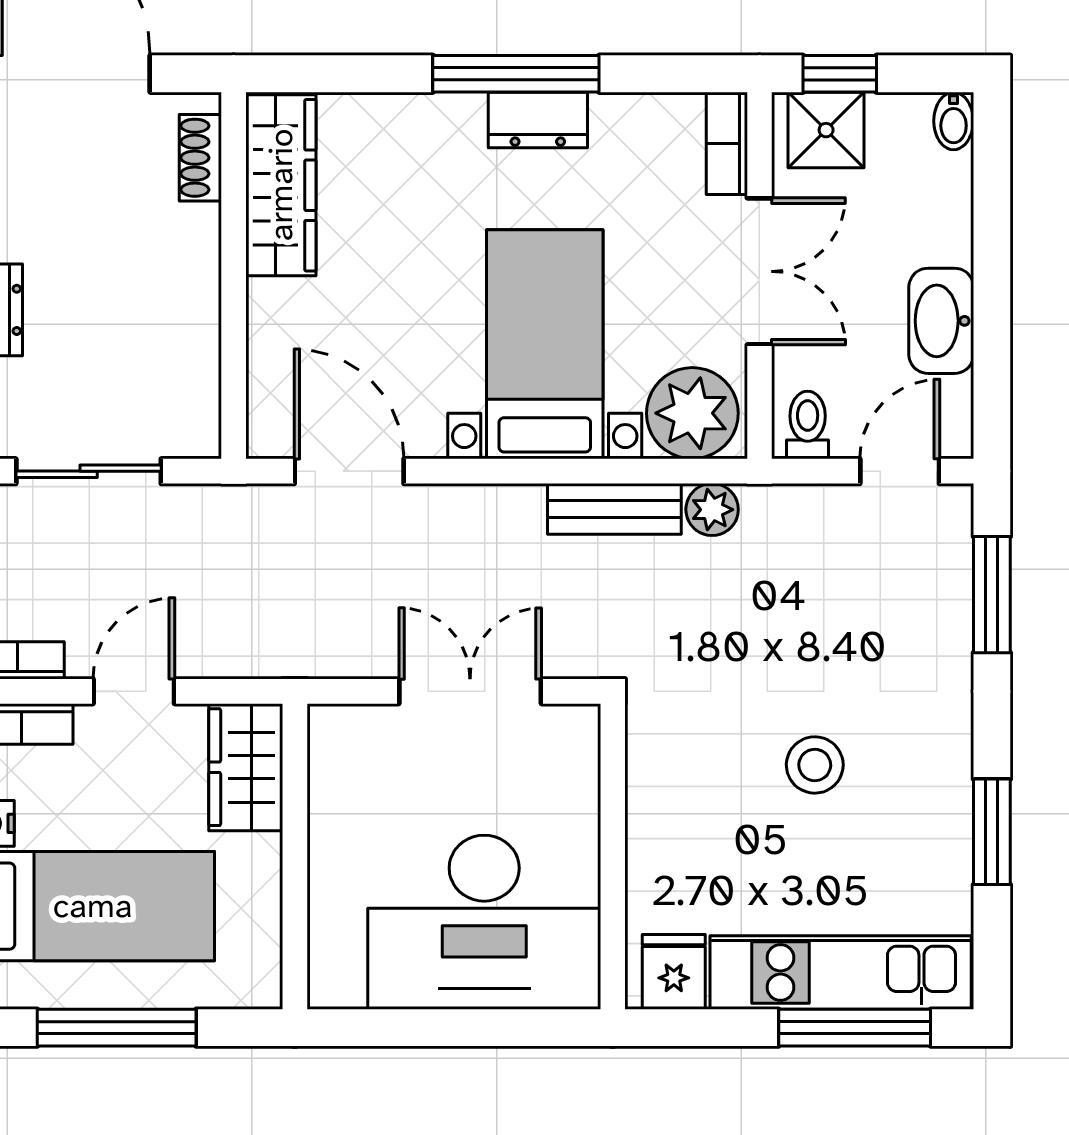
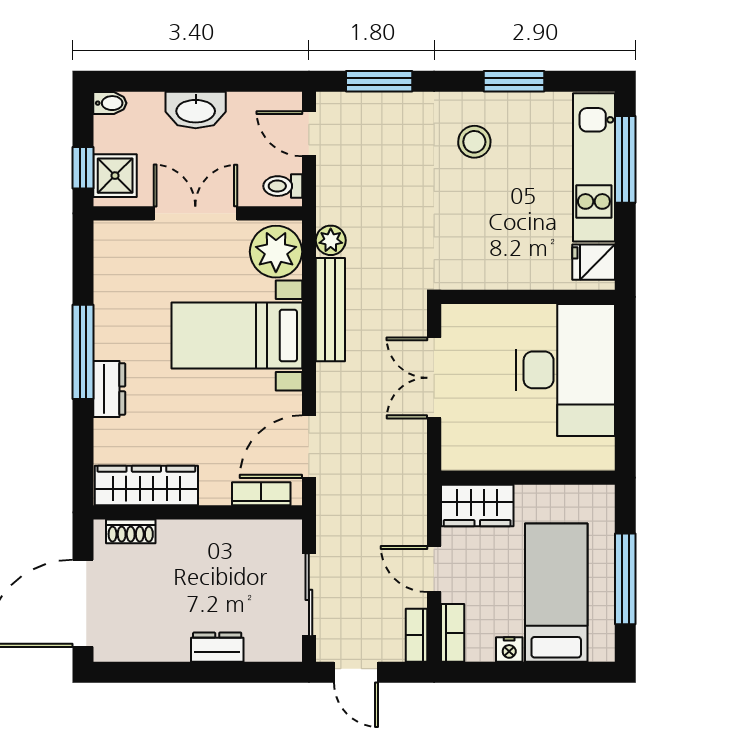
dresser: (538, 120) -> (109, 389), moved
bookcase: (727, 143) -> (261, 494), moved, turned 180
washbasin: (941, 321) -> (196, 110), moved
bench: (614, 509) -> (330, 310), width x1.36
stool: (815, 765) -> (474, 142), moved

